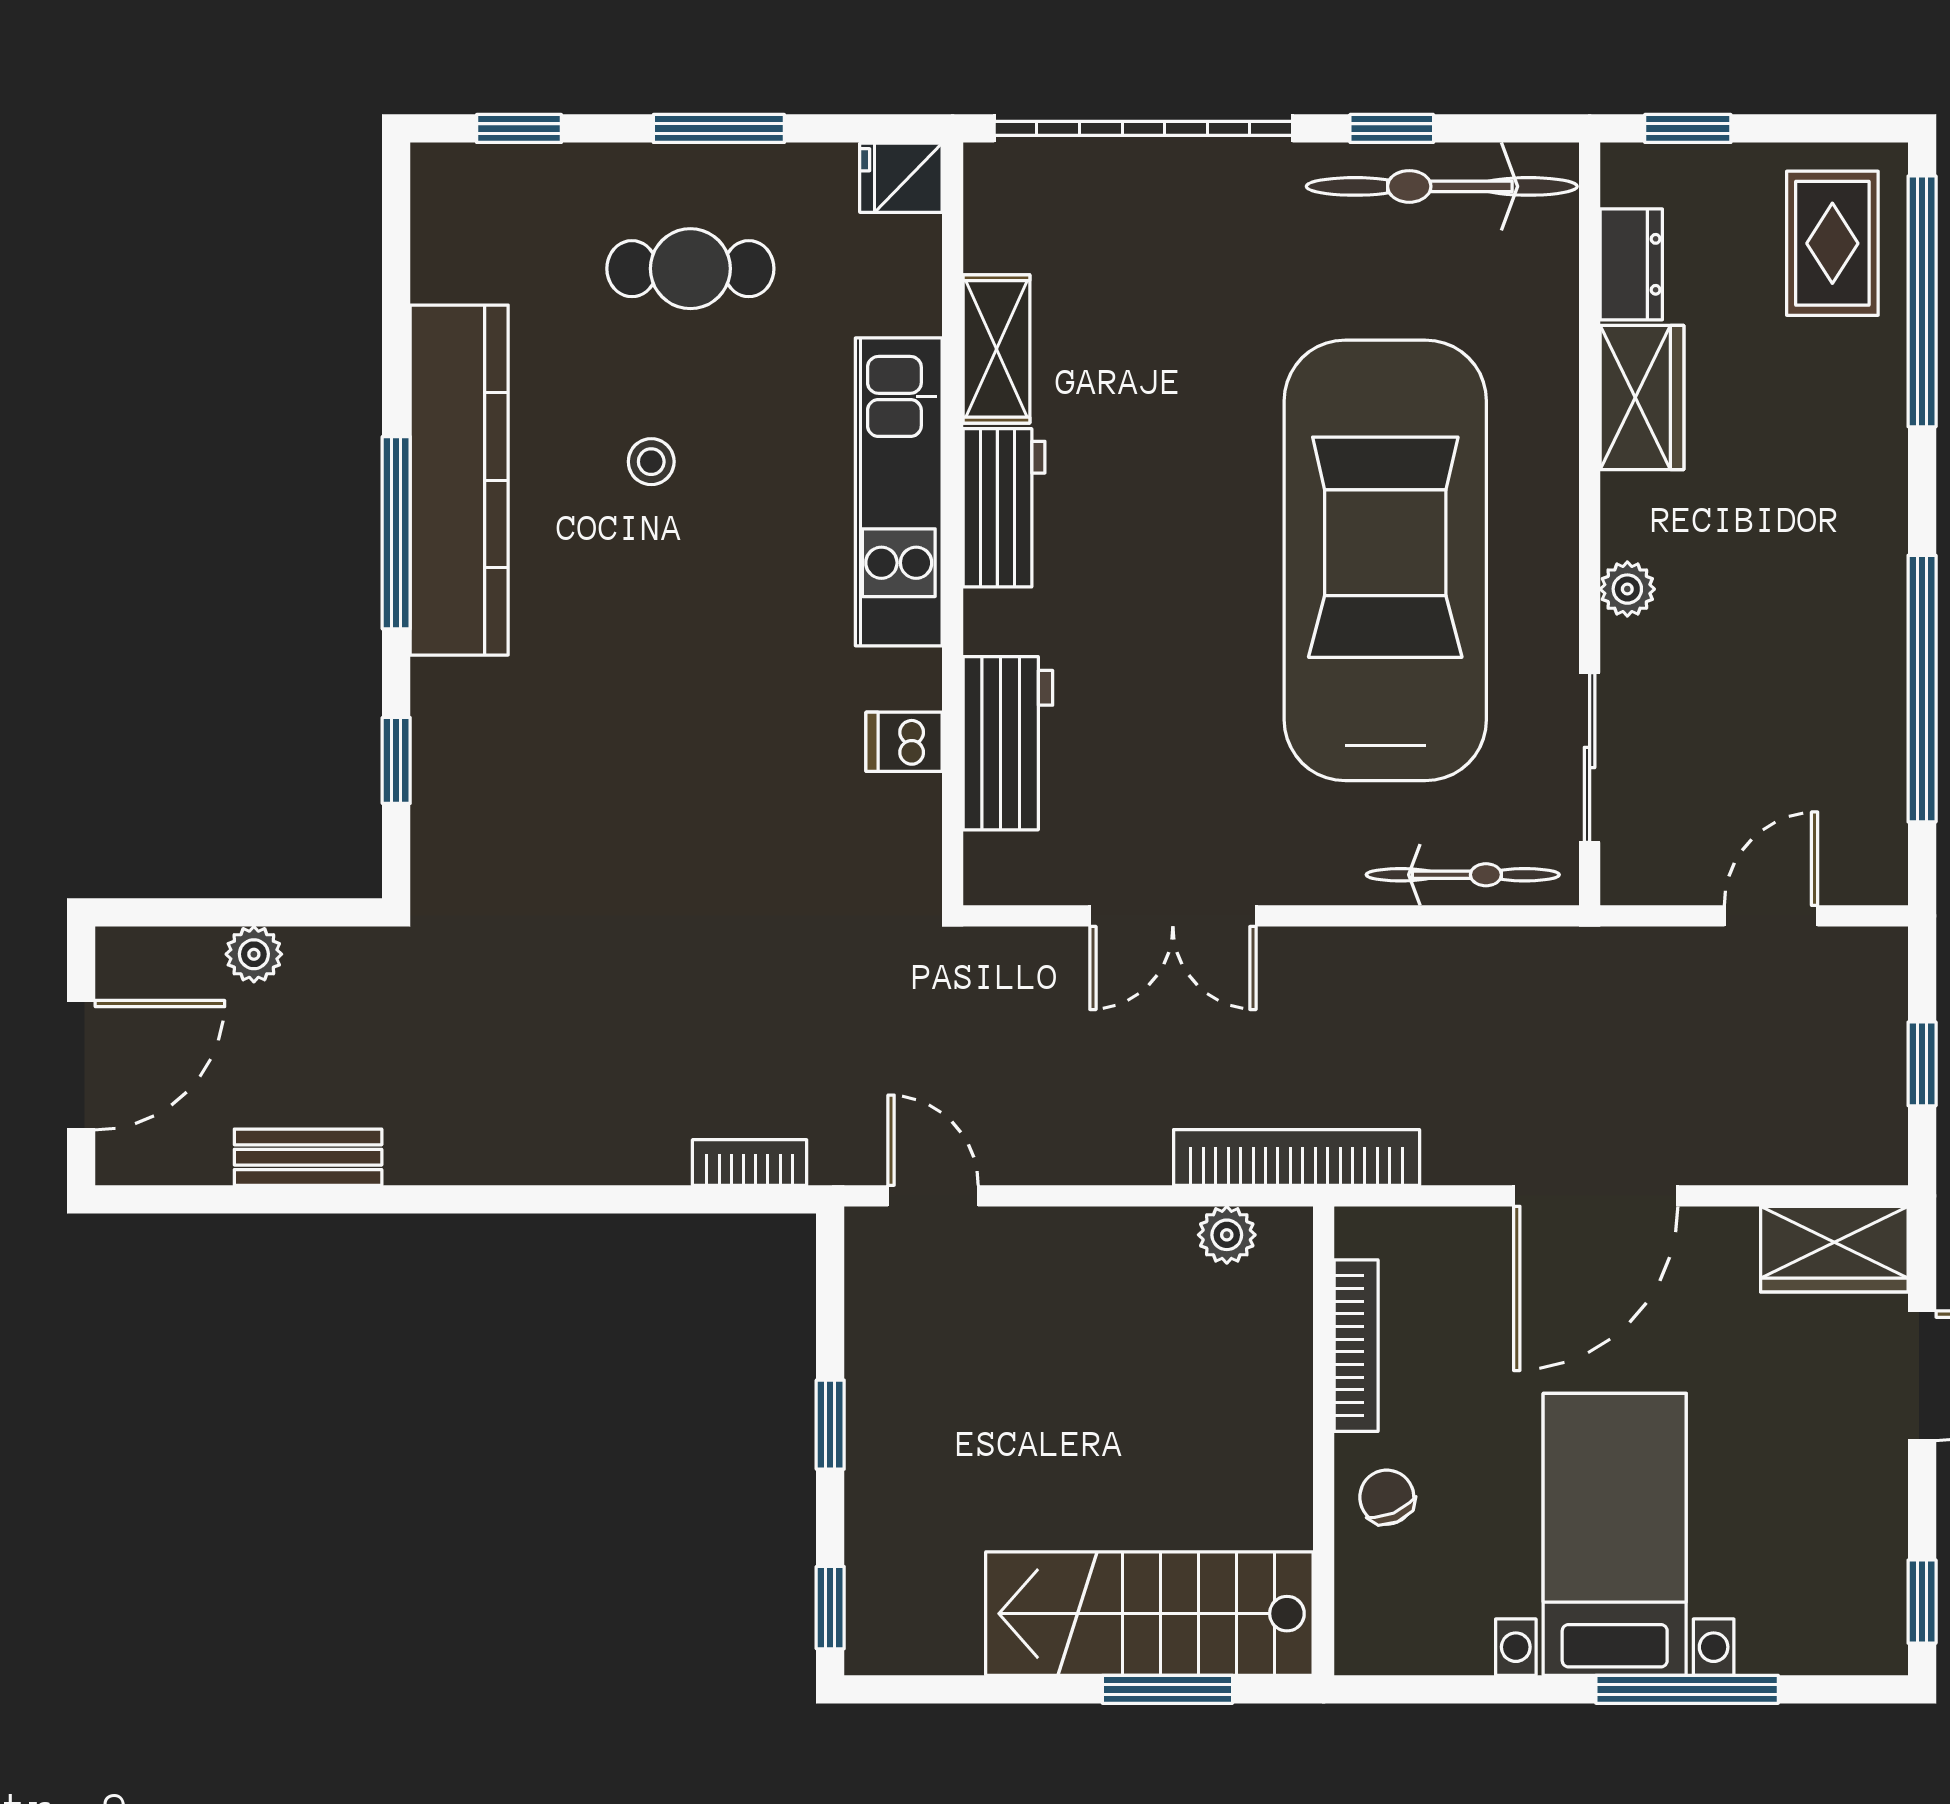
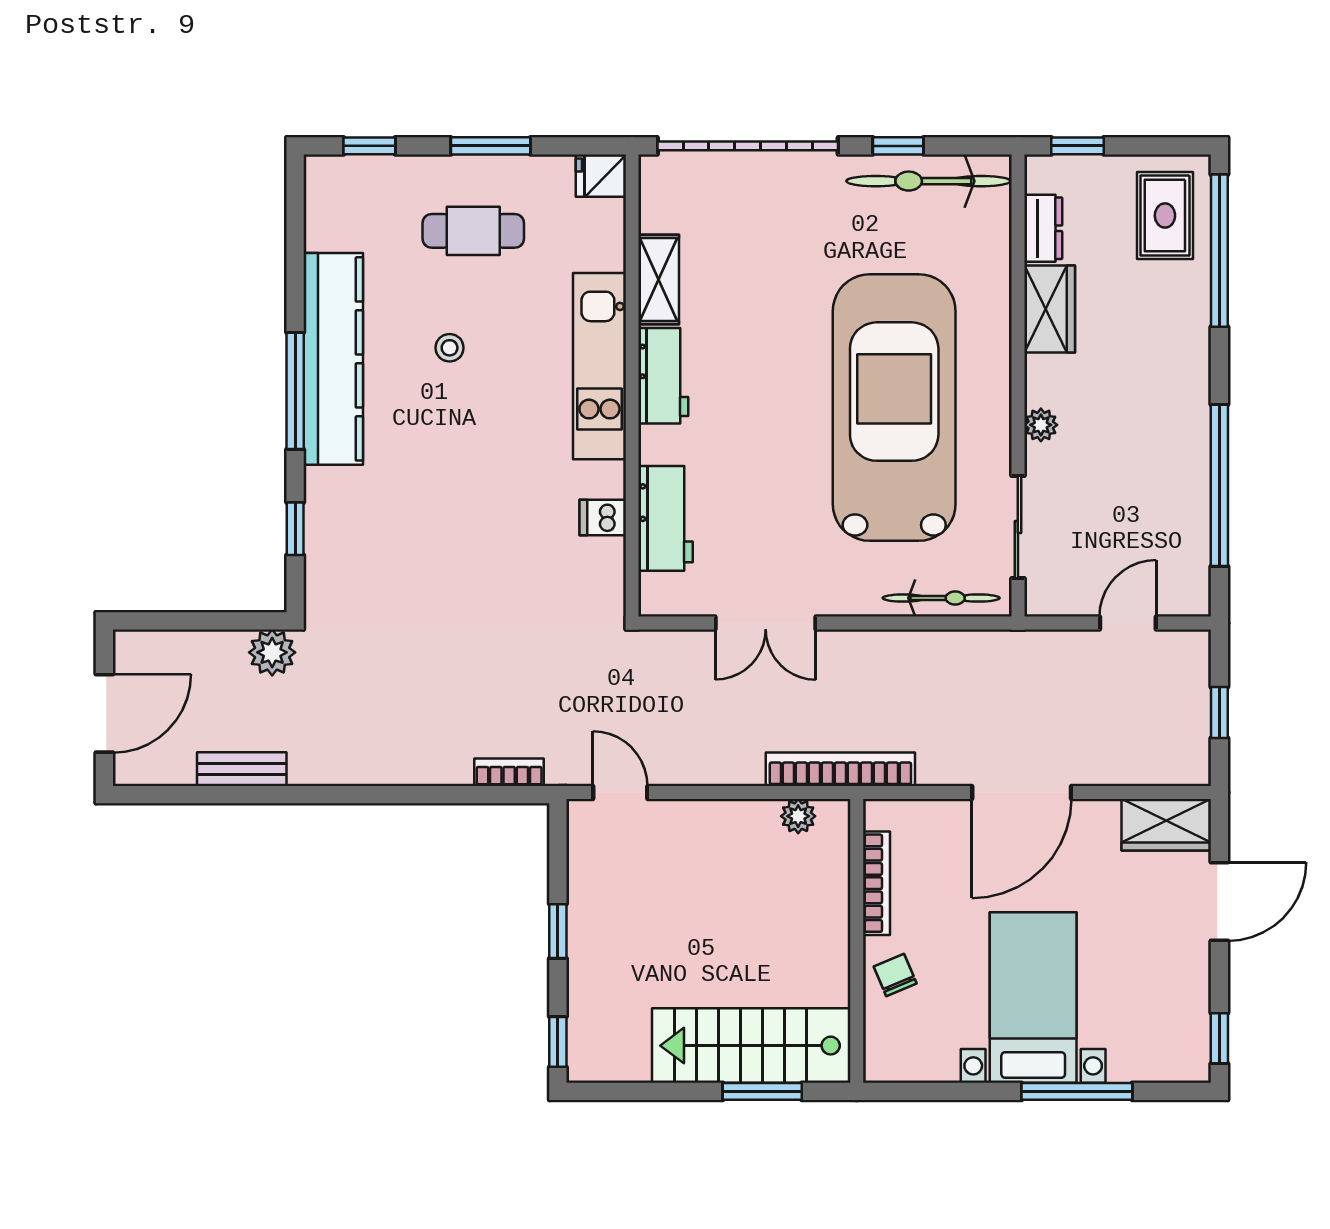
plant: (254, 954) -> (272, 652), moved, width x1.38, depth x1.38

